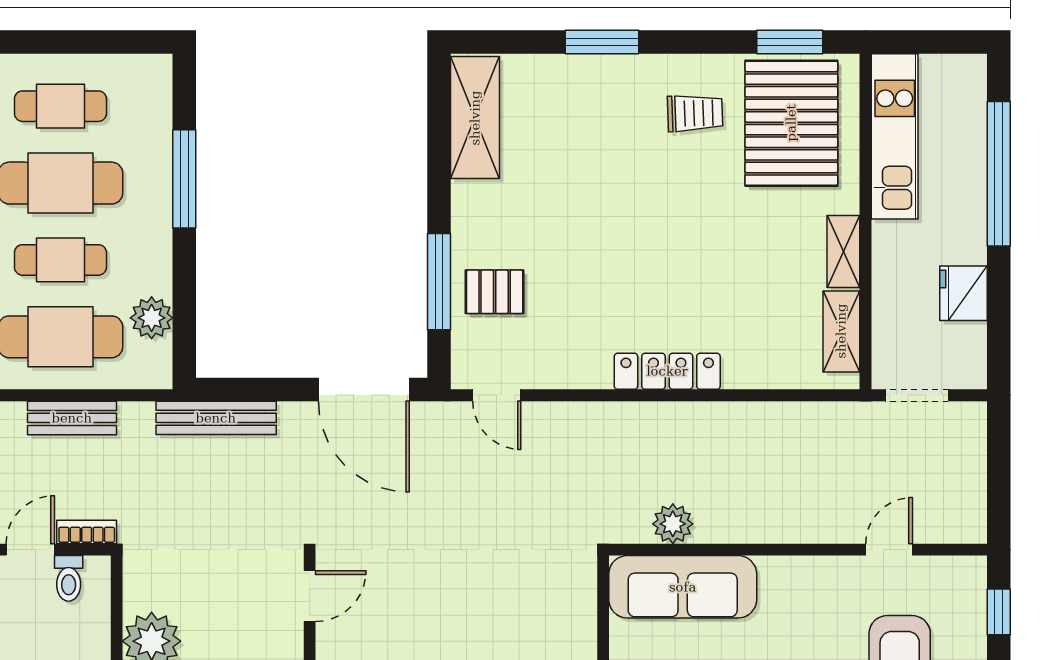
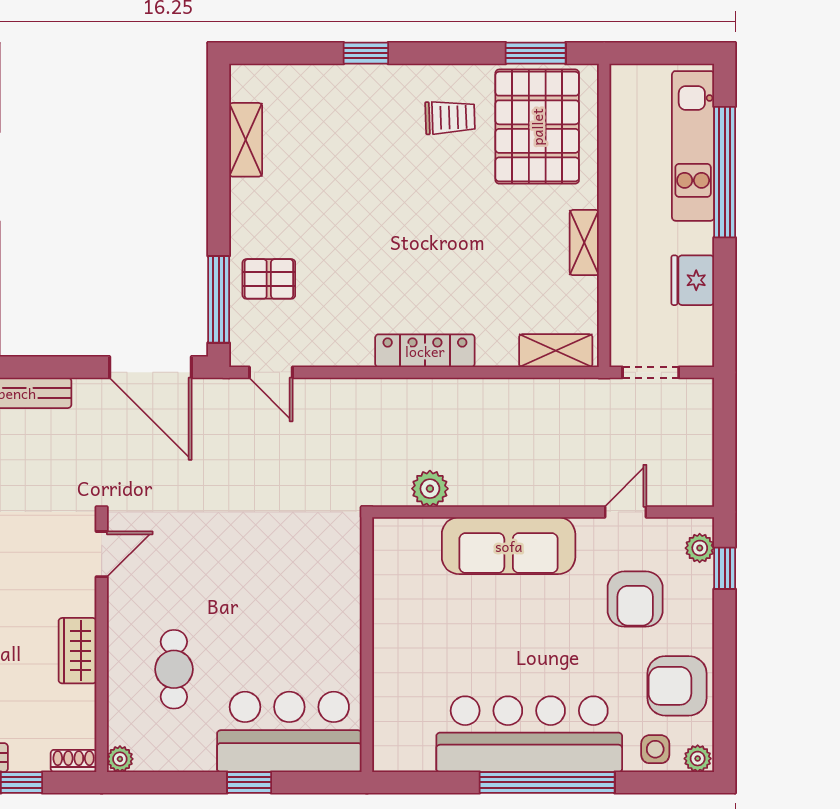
window: (602, 42) -> (366, 53), width x0.67
shelving: (475, 118) -> (246, 140), width x0.67, depth x0.75
kitchen unit: (895, 136) -> (693, 146), moved, turned 180
window: (439, 282) -> (219, 299), moved
shelving: (841, 331) -> (556, 351), moved, turned 90
sofa: (683, 587) -> (509, 546), moved
plant: (971, 589) -> (700, 548), added

